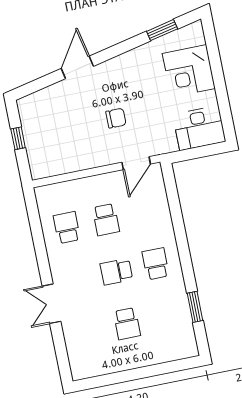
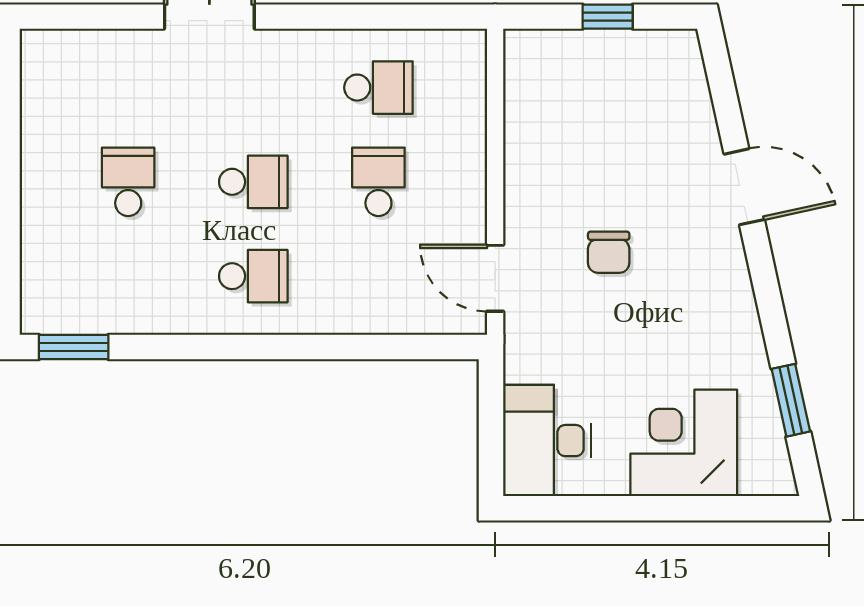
school desk: (106, 220) -> (378, 182), turned 90
school desk: (116, 272) -> (253, 182), turned 90
window: (195, 307) -> (74, 347), moved
school desk: (127, 324) -> (128, 182), turned 90

